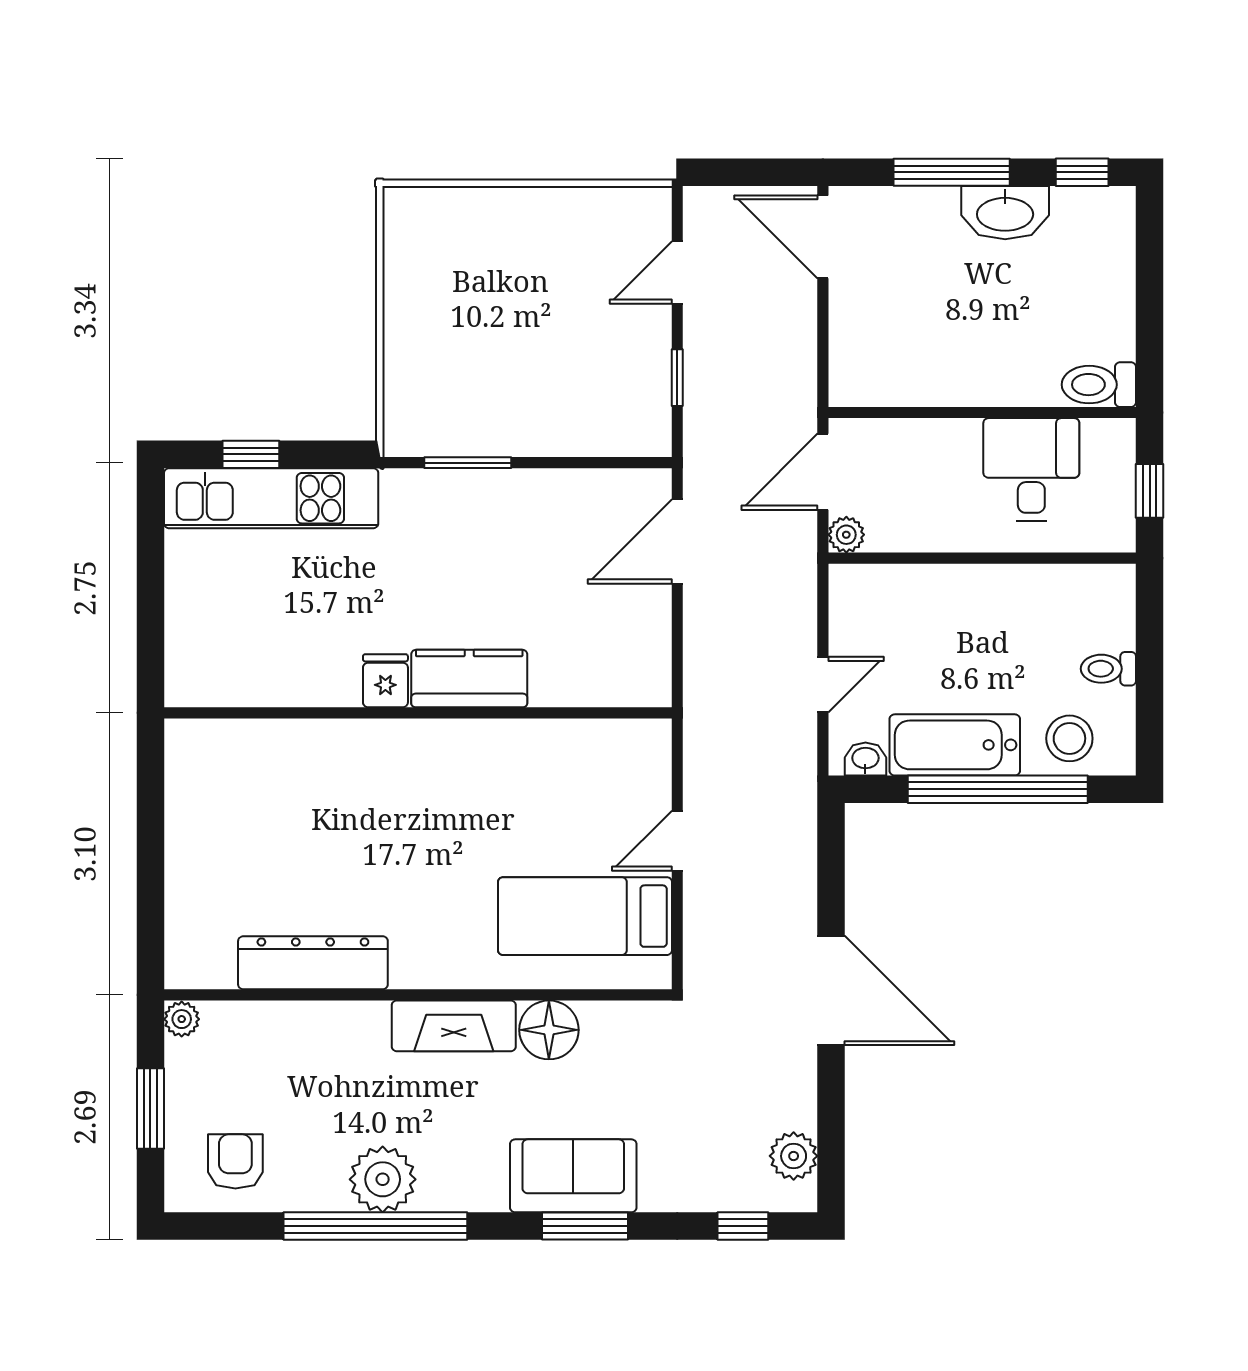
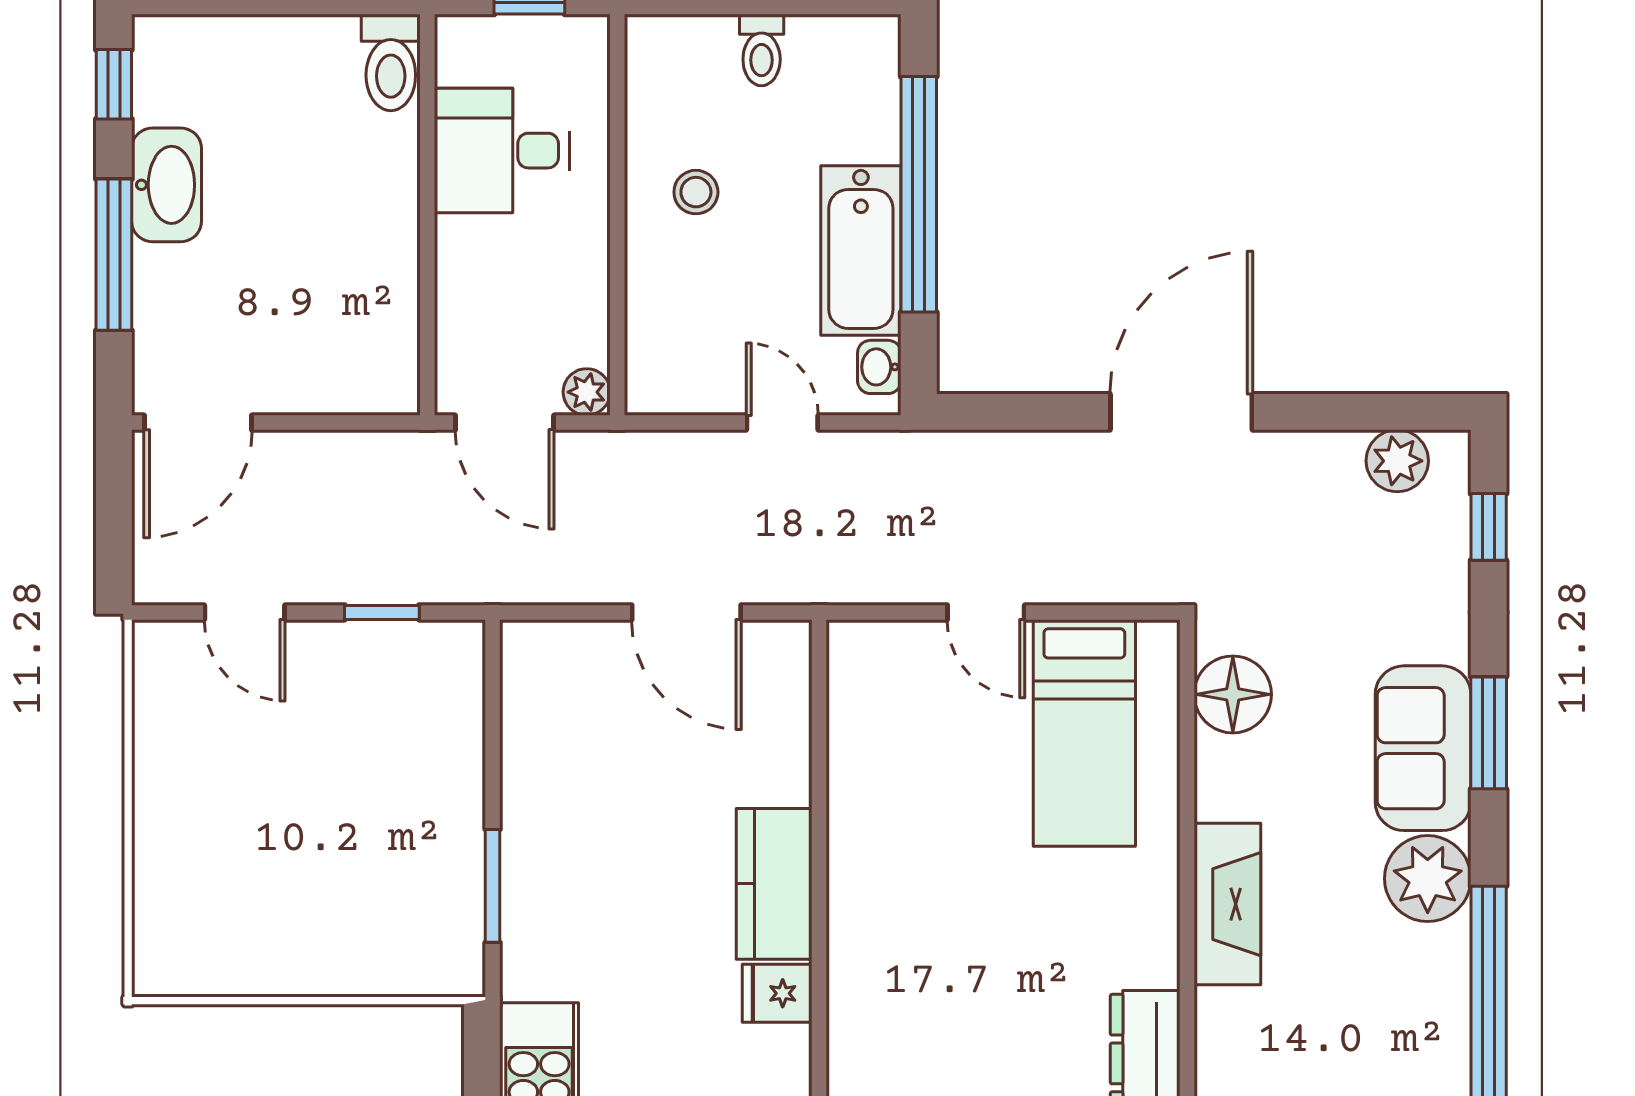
door: (677, 541) -> (686, 612), moved
stool: (1069, 738) -> (696, 192), moved, width x0.73, depth x0.73
floor lamp: (549, 1030) -> (1233, 694), moved
plant: (383, 1179) -> (1428, 879), moved

